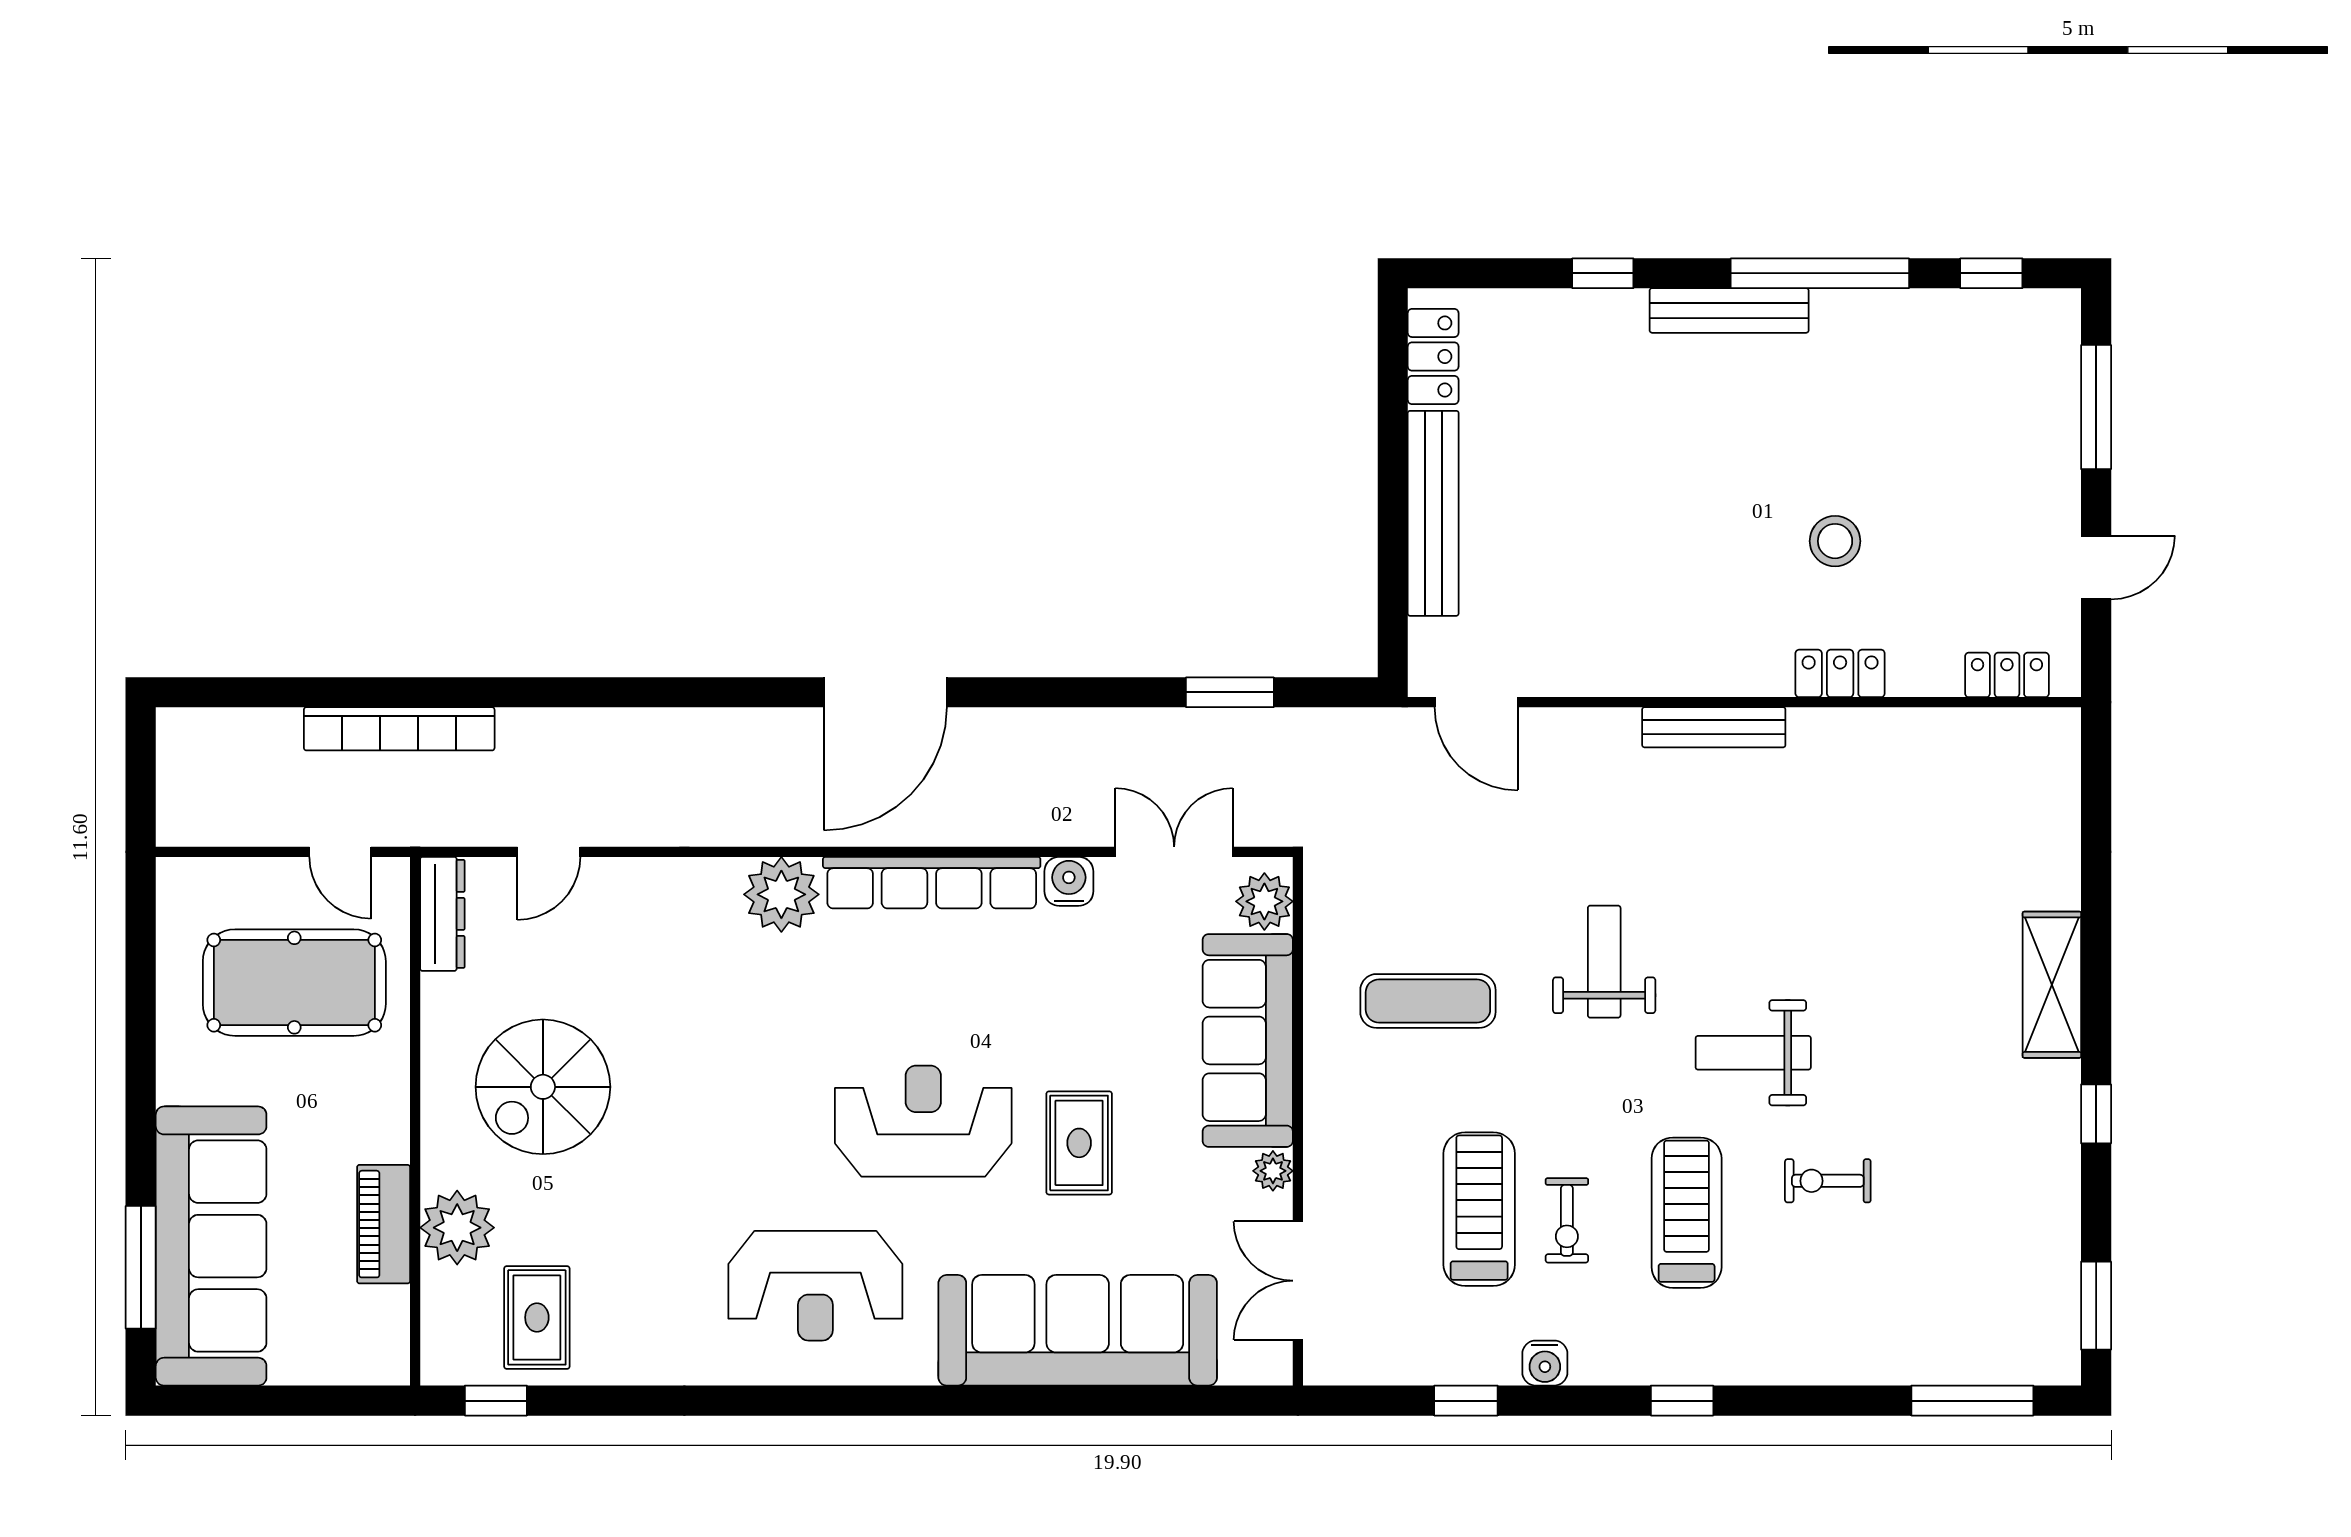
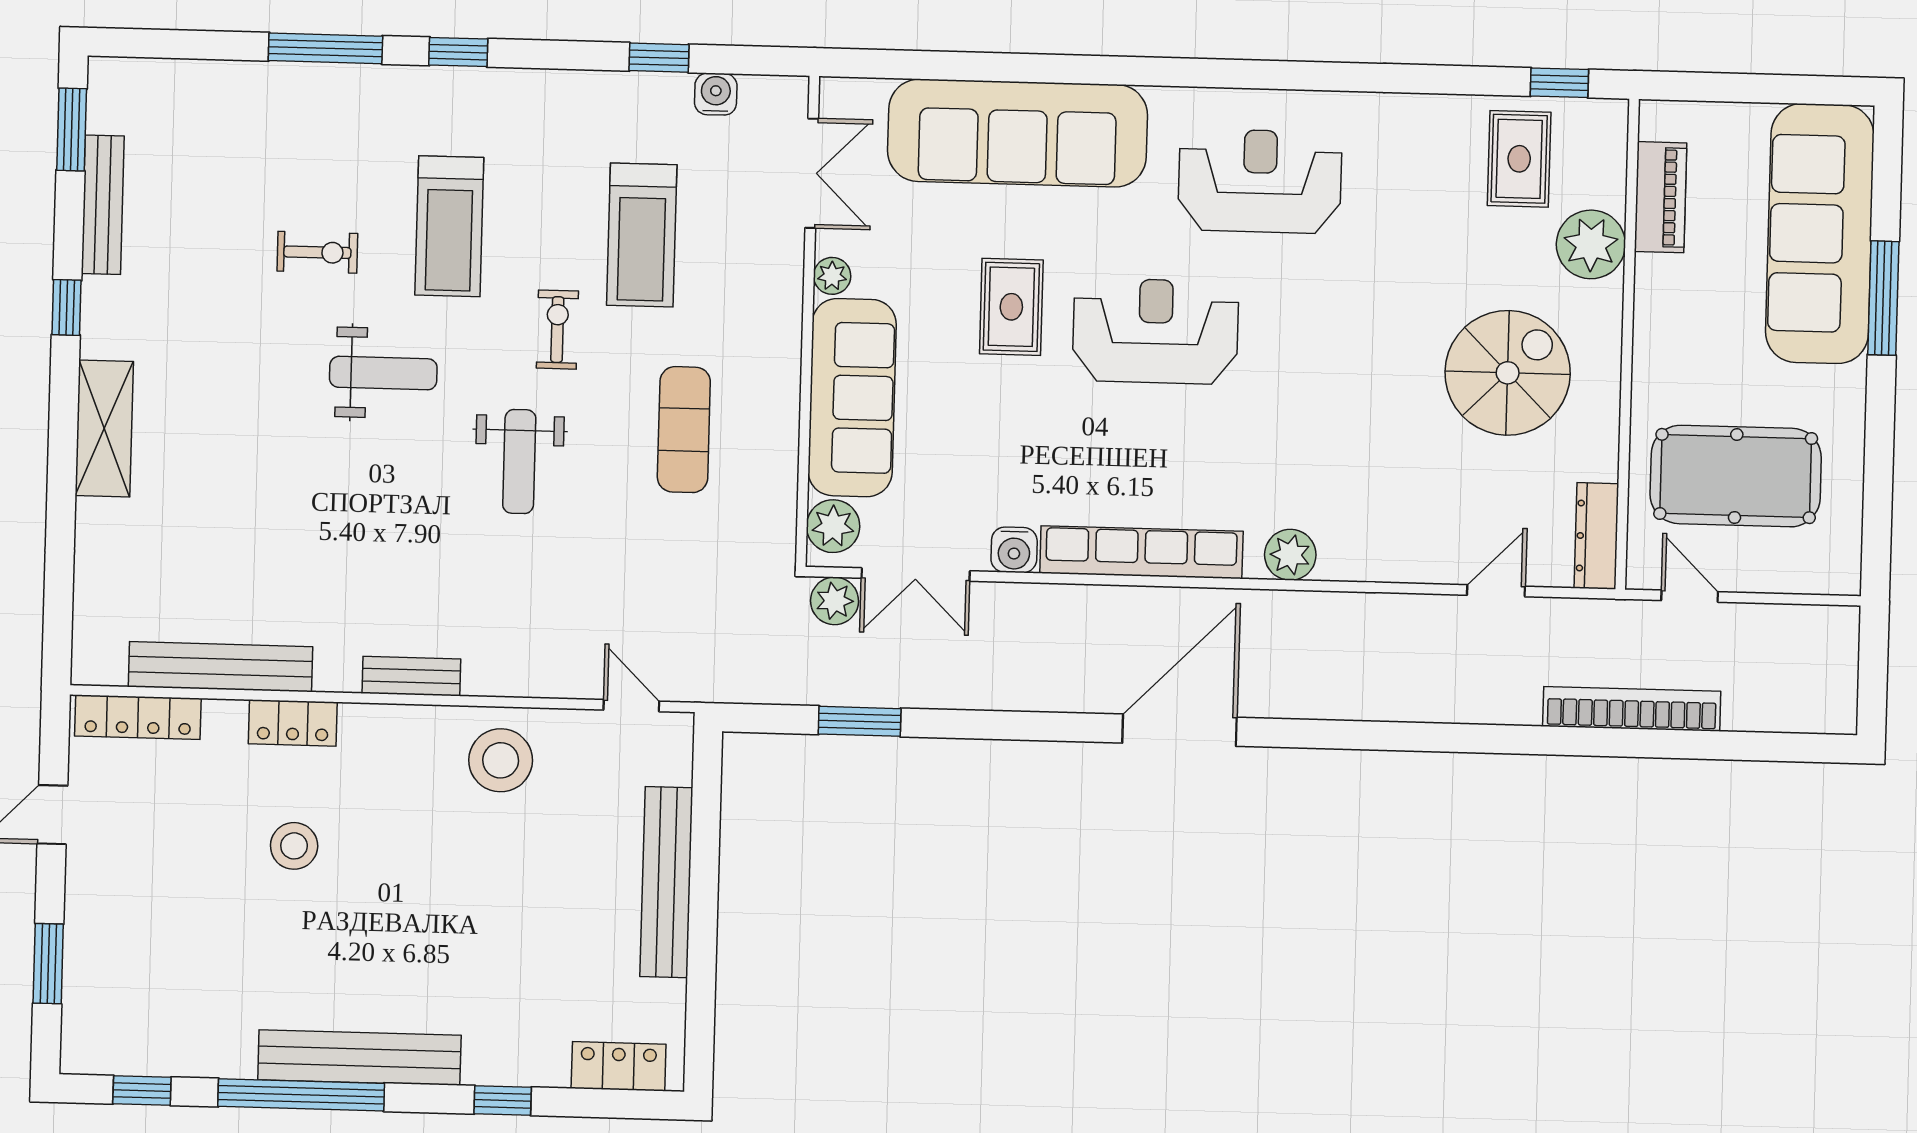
bench: (1729, 310) -> (359, 1058), width x1.37, depth x1.21
locker: (1433, 356) -> (619, 1066), moved, turned 90
window: (2096, 407) -> (48, 964), width x0.69
stool: (1615, 639) -> (501, 760), added
locker: (2007, 675) -> (138, 717), width x1.53
door: (1476, 702) -> (631, 706), width x0.73
bench: (1714, 727) -> (411, 676), width x0.73
bench: (1920, 732) -> (221, 667), added
plant: (1261, 821) -> (835, 601), added
plant: (781, 894) -> (1290, 555), width x0.73, depth x0.73
exercise mat: (1428, 1001) -> (684, 430), turned 90
reception desk: (923, 1121) -> (1155, 331), turned 180
exercise bike: (1567, 1220) -> (557, 330), moved
piano: (384, 1224) -> (1661, 197), moved
bench: (2060, 1226) -> (103, 205), added
window: (141, 1267) -> (1883, 298), moved
water cooler: (1545, 1363) -> (716, 94), moved
window: (1972, 1401) -> (325, 48), moved

